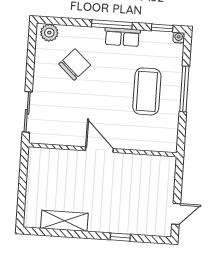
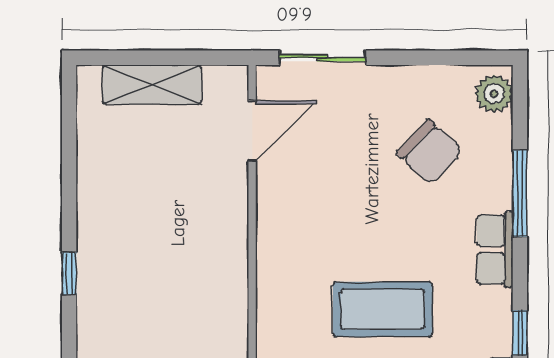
window: (112, 25) -> (520, 194), moved
door: (99, 150) -> (252, 131), moved
shelving: (64, 221) -> (152, 85), moved, turned 90

